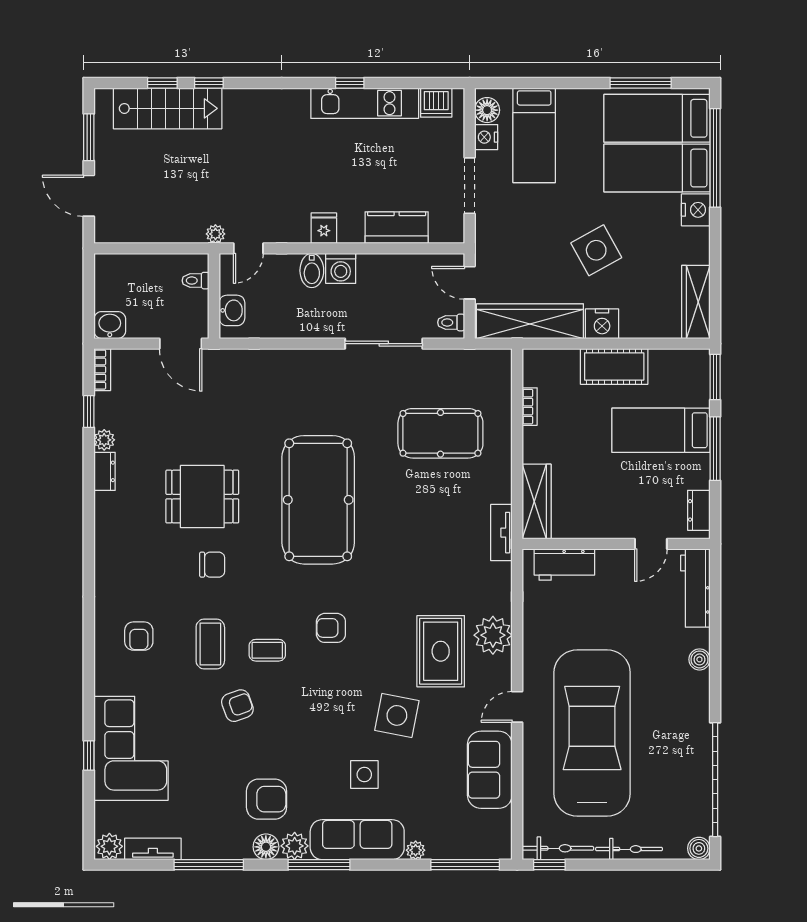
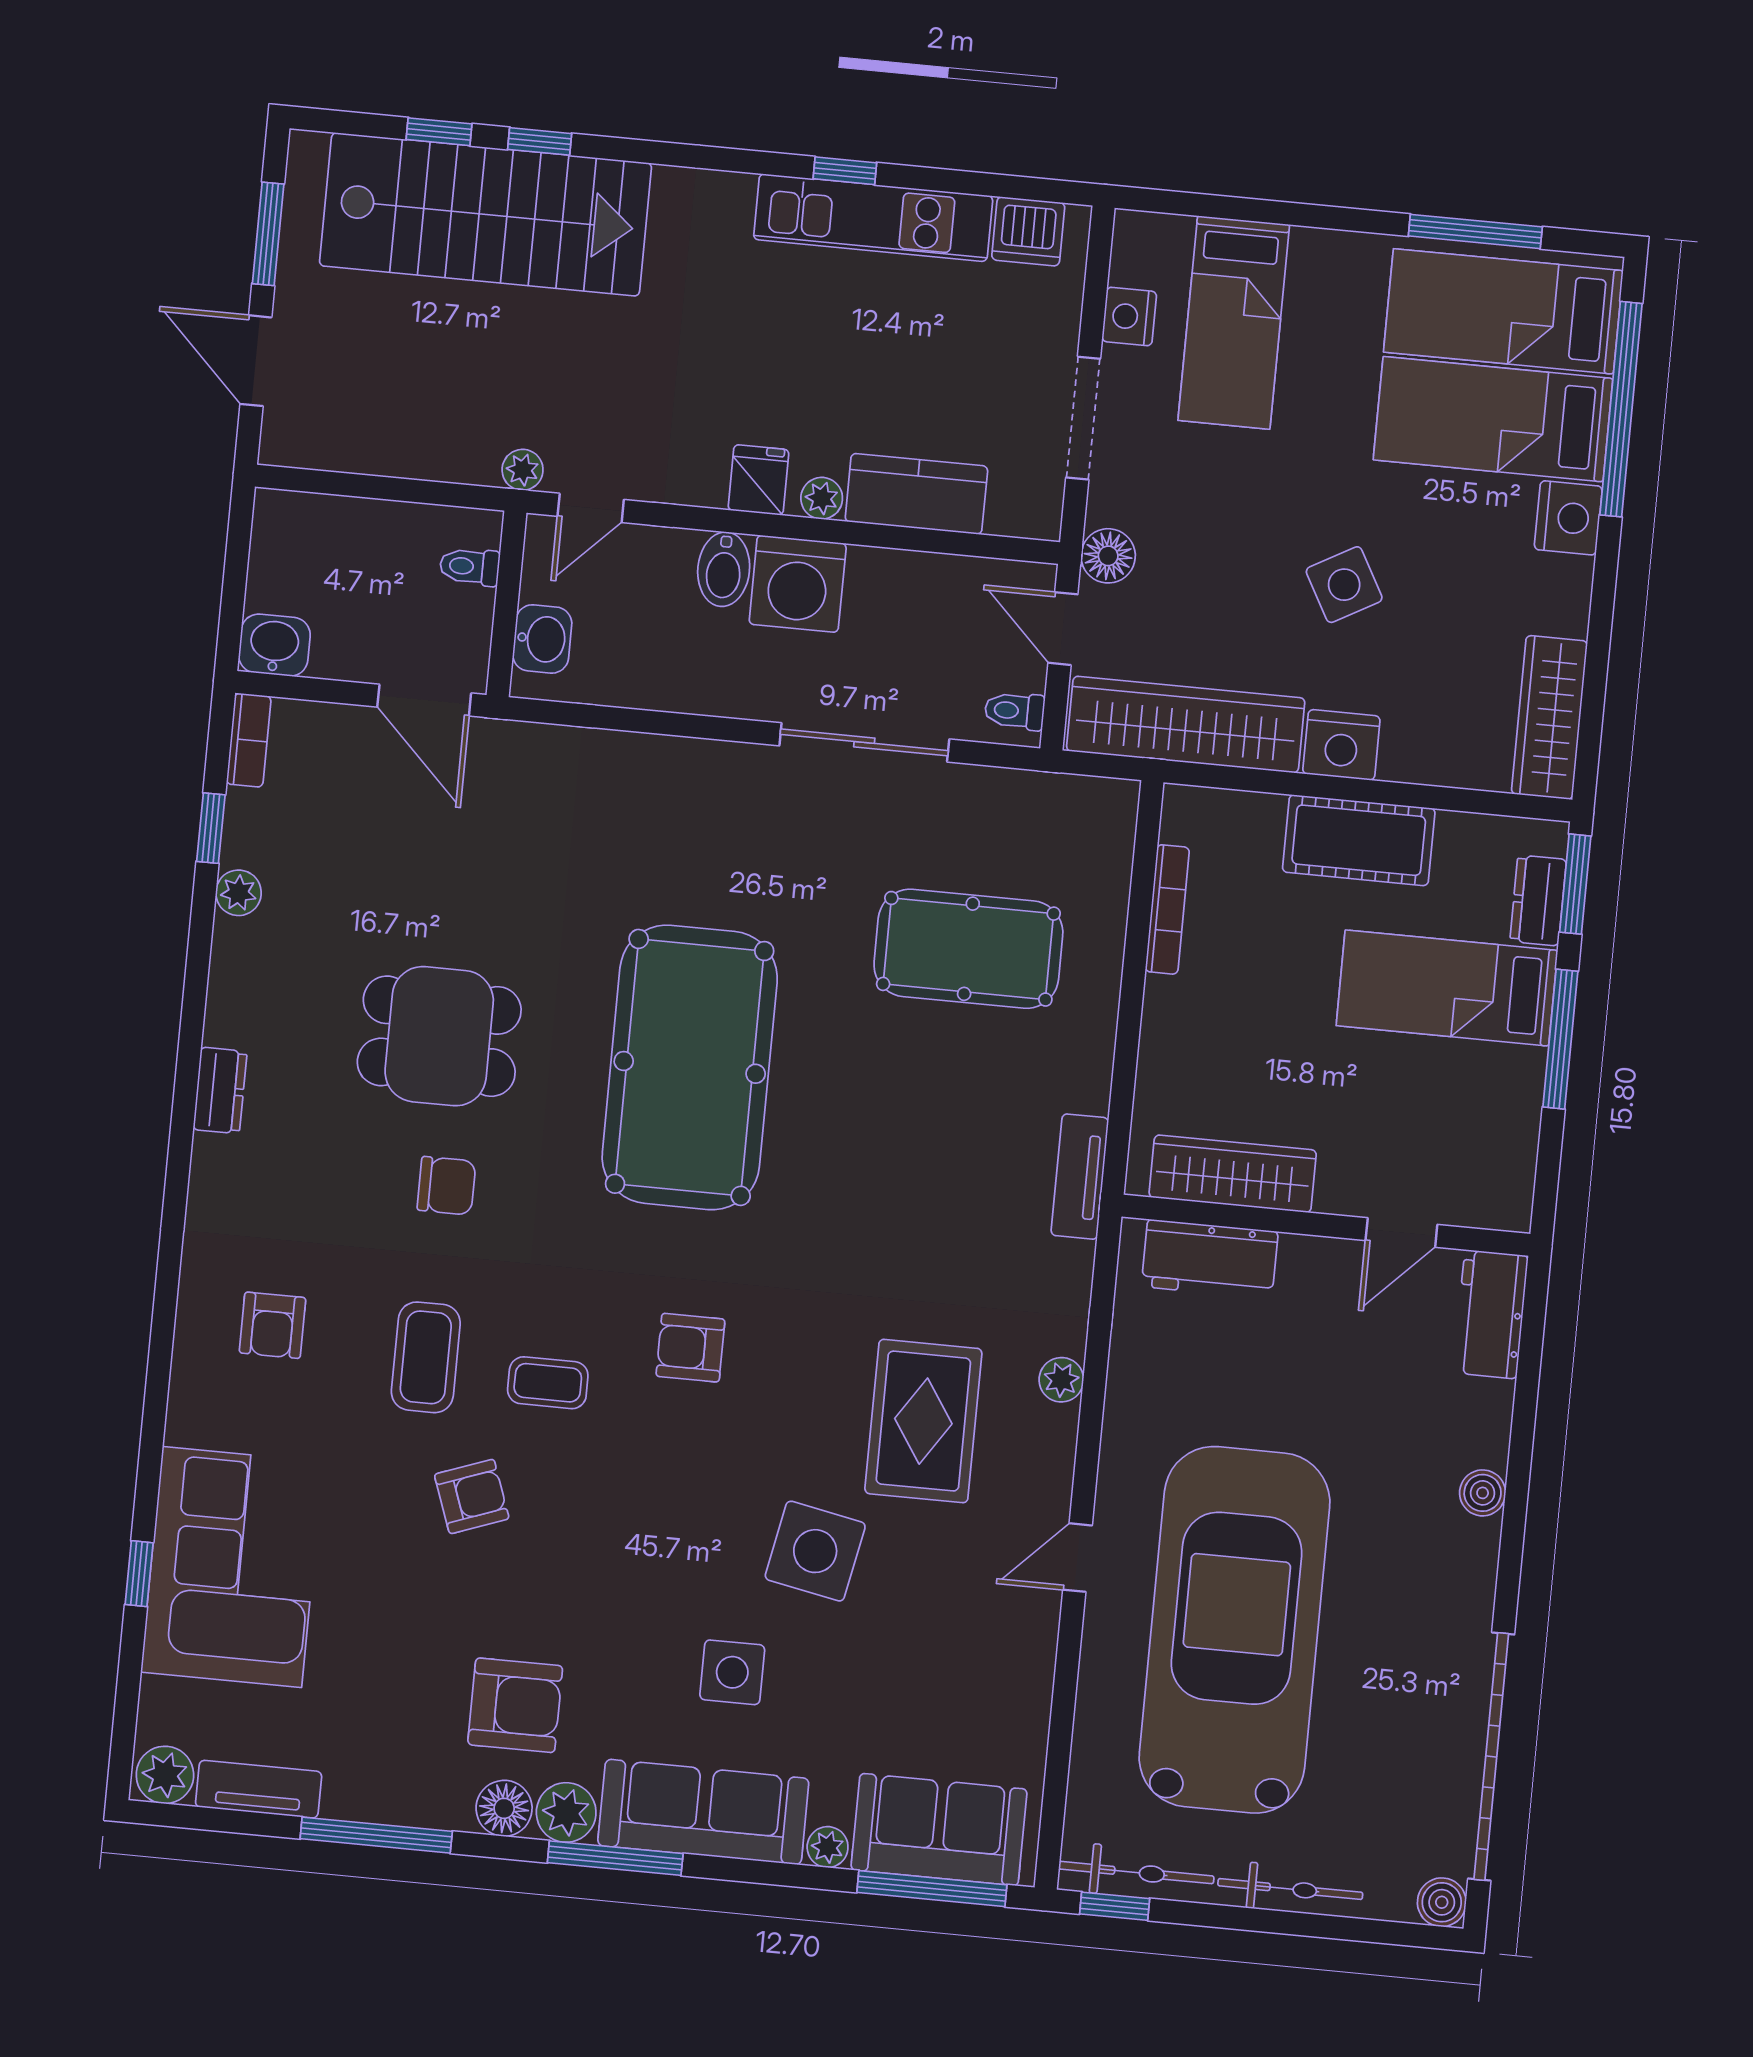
stairs: (168, 108) -> (486, 214), width x1.36, depth x1.51
floor lamp: (487, 110) -> (1108, 556), moved
plant: (353, 234) -> (822, 498), added
side table: (596, 250) -> (1344, 585), width x0.73, depth x0.73
washing machine: (341, 268) -> (798, 584), width x1.37, depth x1.37
bookcase: (530, 407) -> (1167, 909), width x1.56
dresser: (104, 471) -> (220, 1090), moved
wardrobe: (537, 502) -> (1233, 1174), moved, turned -90
dresser: (699, 510) -> (1538, 900), moved
workbench: (695, 588) -> (1491, 1314), width x0.73
plant: (493, 635) -> (1061, 1380), width x0.53, depth x0.53
sofa: (490, 770) -> (939, 1830), moved, turned 90

